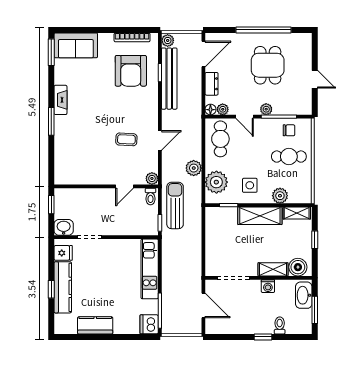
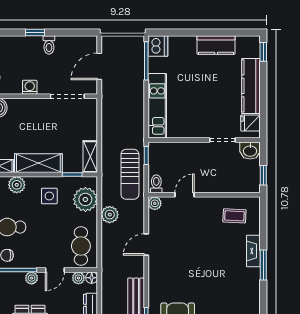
fireplace: (60, 100) -> (253, 251), moved
door: (245, 117) -> (55, 270), swing flipped
coffee table: (126, 139) -> (234, 216), moved
shelving: (273, 269) -> (90, 157), moved, turned 90
window: (51, 289) -> (263, 52), moved
door: (203, 305) -> (99, 66), hinge flipped
toilet: (280, 325) -> (49, 45), moved

